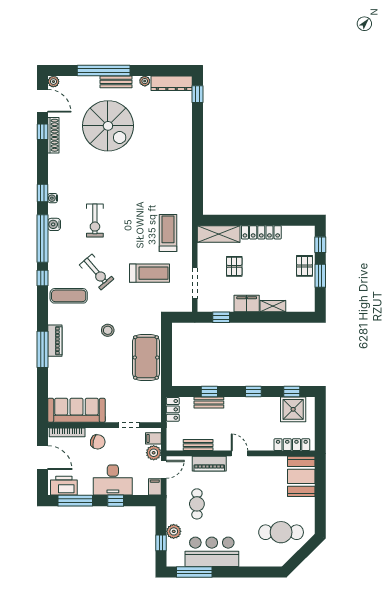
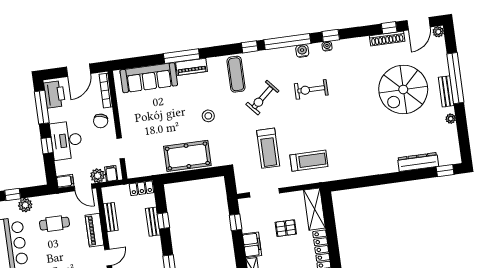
dresser: (172, 83) -> (418, 162), moved, turned 90
sofa: (76, 410) -> (149, 78), moved, turned 90

